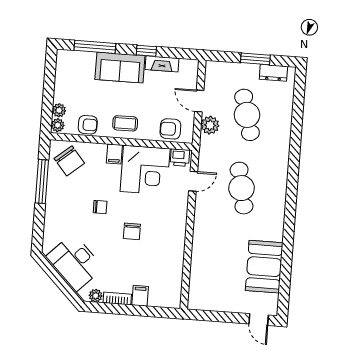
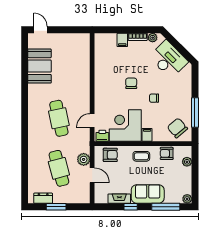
plant: (58, 125) -> (187, 199), moved

